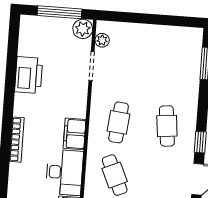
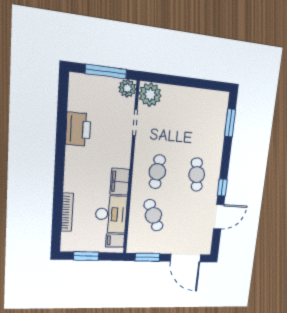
plant: (102, 40) -> (150, 94), width x1.87, depth x1.87
bookcase: (17, 140) -> (67, 212), moved

